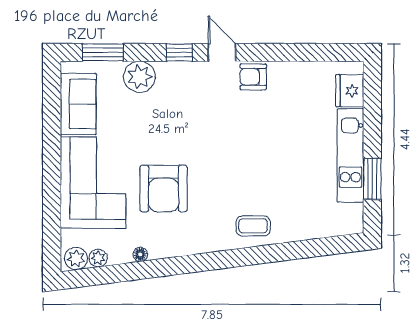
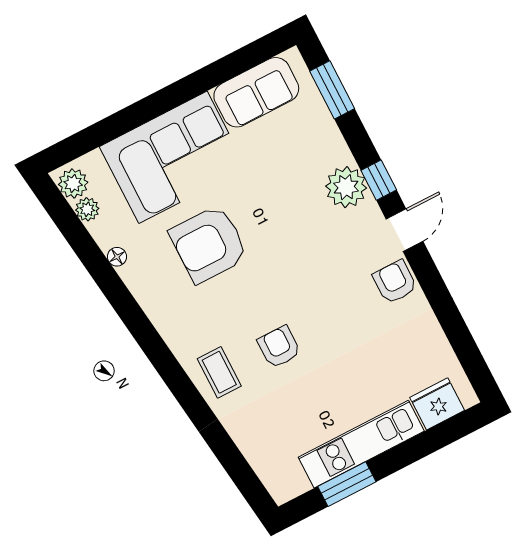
plant: (139, 77) -> (346, 187), moved
armchair: (257, 177) -> (279, 347), added

